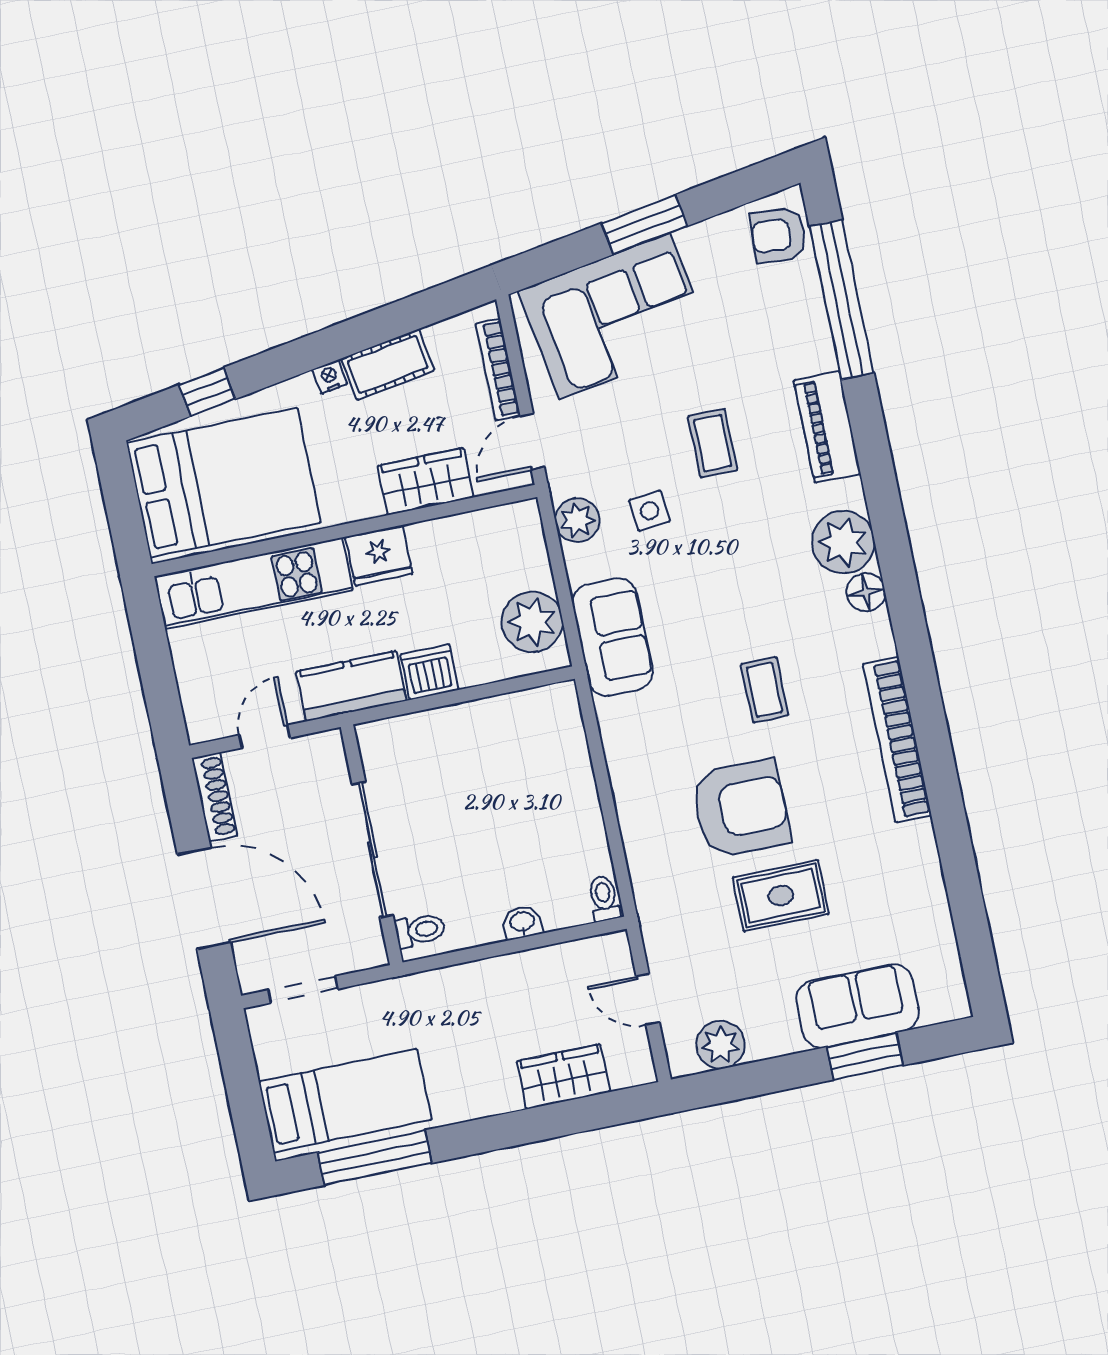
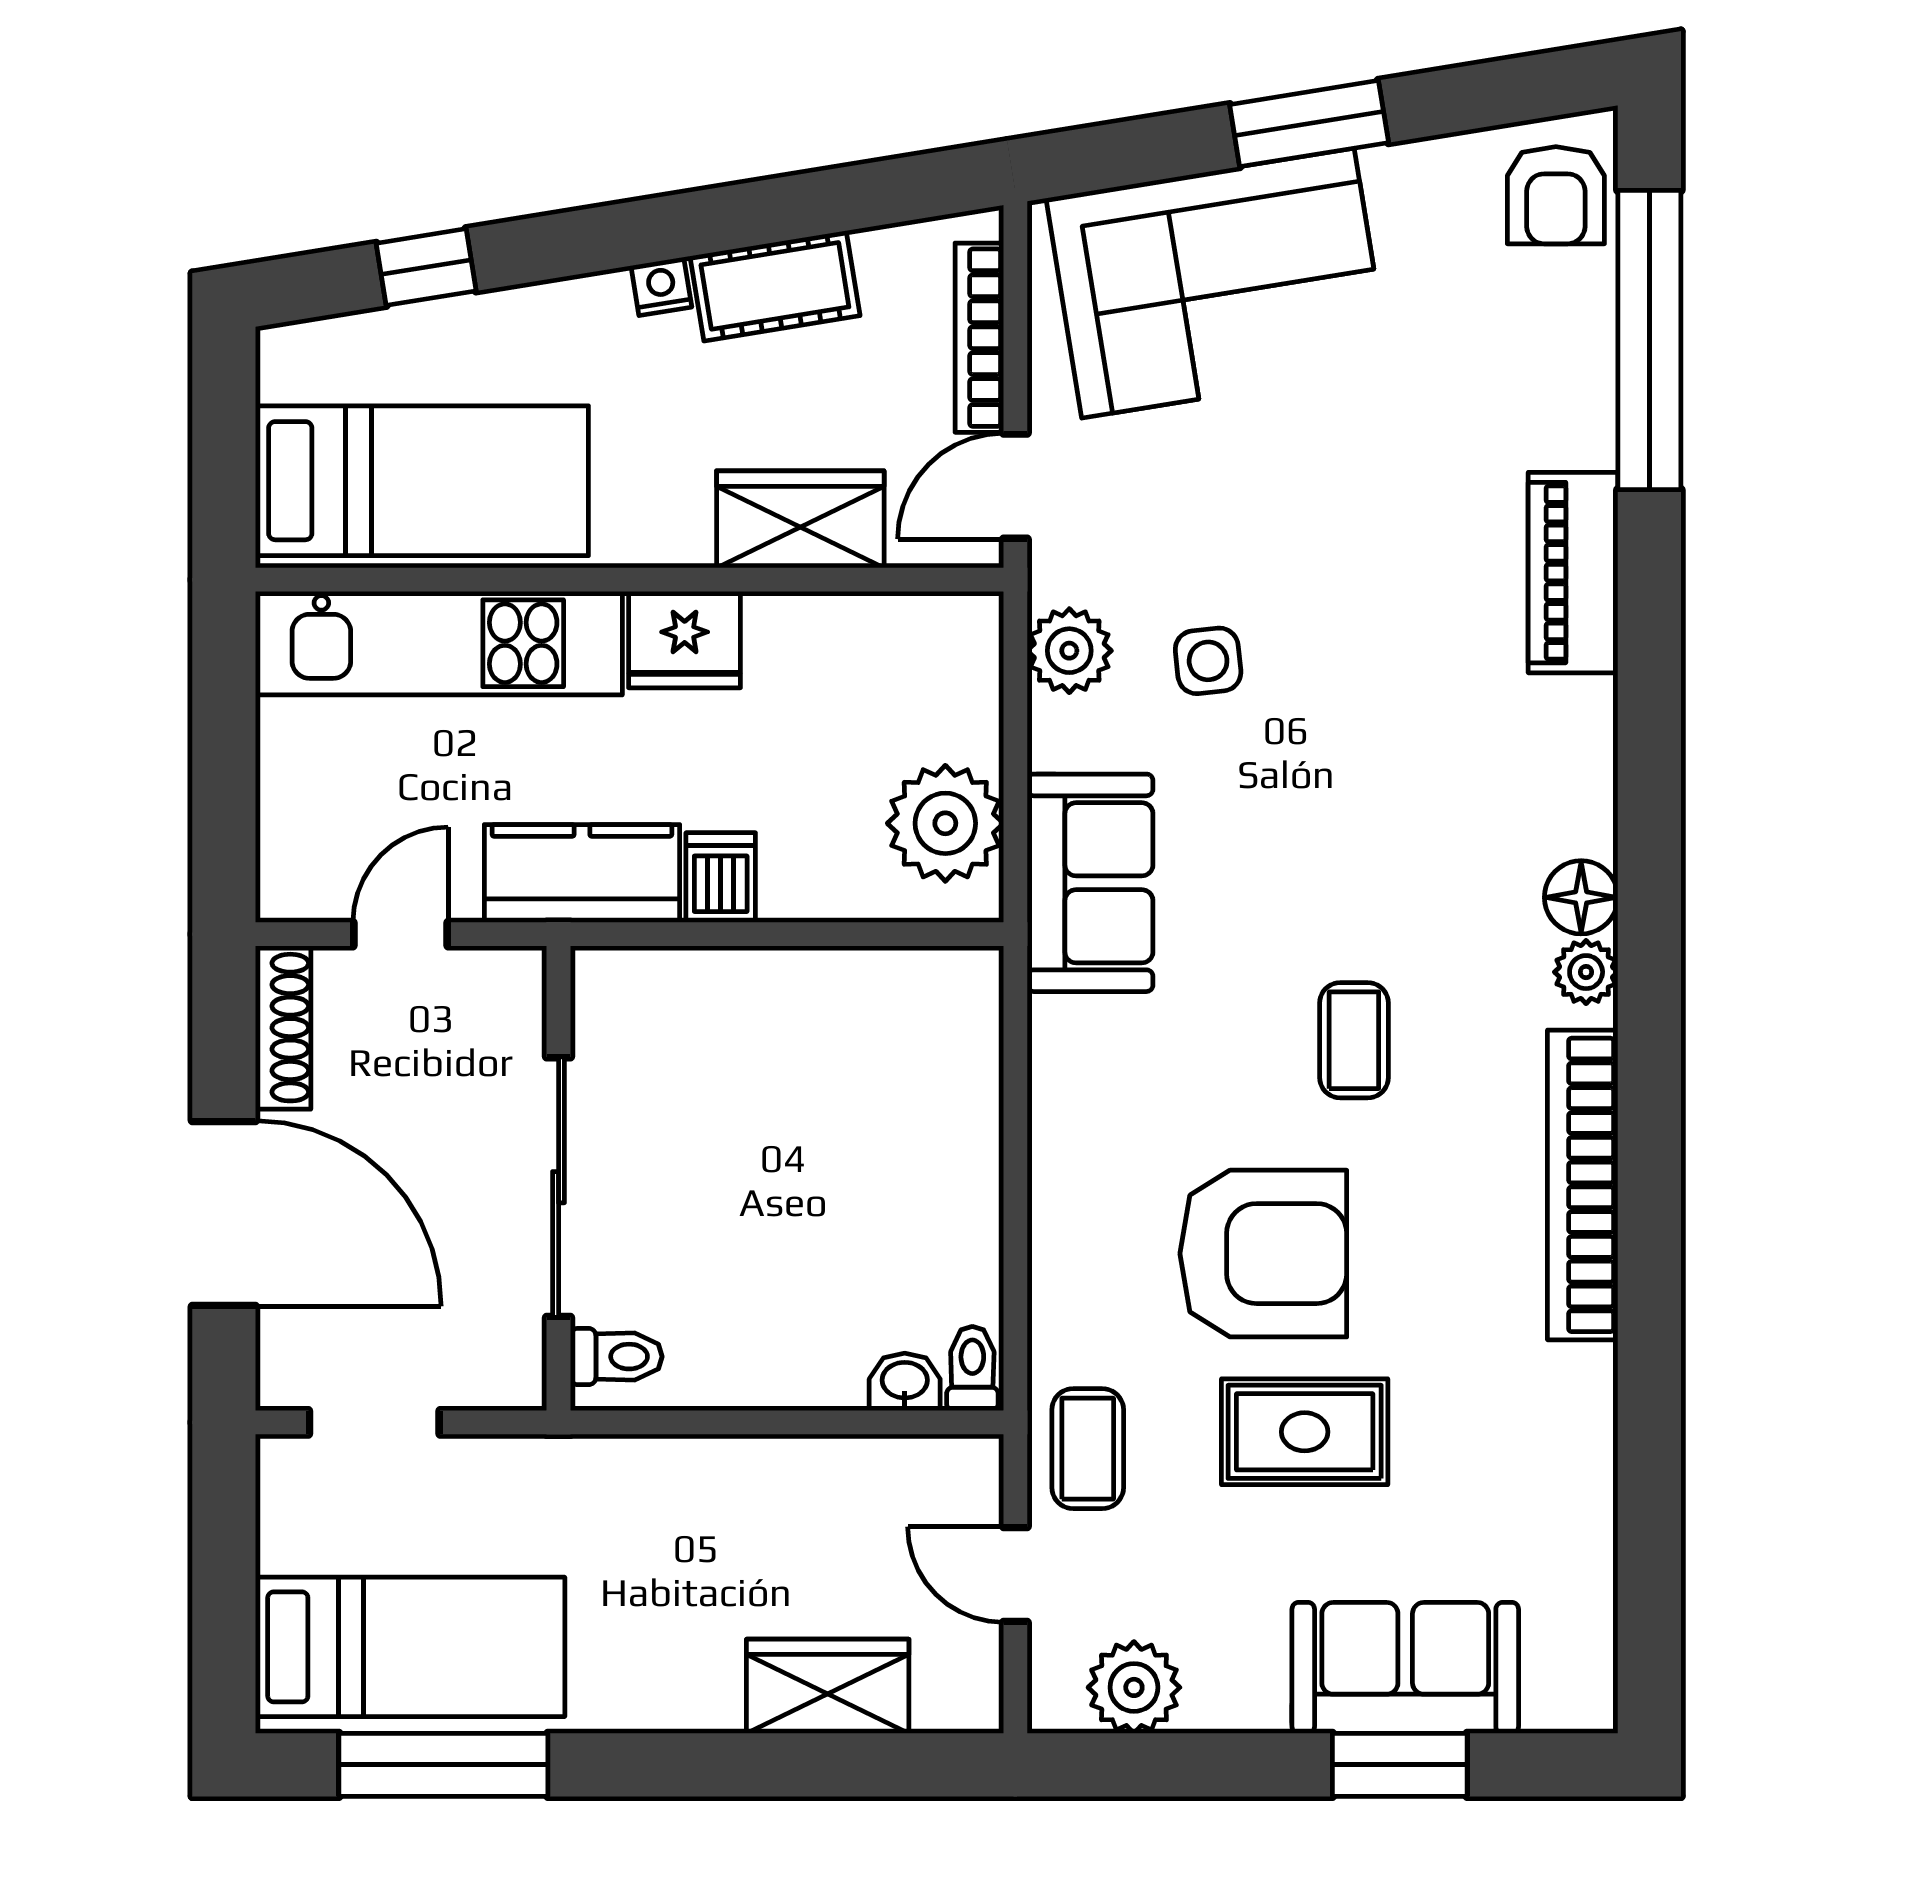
armchair: (778, 235) -> (1556, 195), turned -94
coffee table: (713, 443) -> (1088, 1449), moved
bed: (224, 483) -> (422, 481), width x0.67
plant: (843, 542) -> (1586, 972), moved, width x0.53, depth x0.53
dishwasher: (429, 672) -> (721, 877), width x0.73
washbasin: (522, 922) -> (905, 1382), moved

